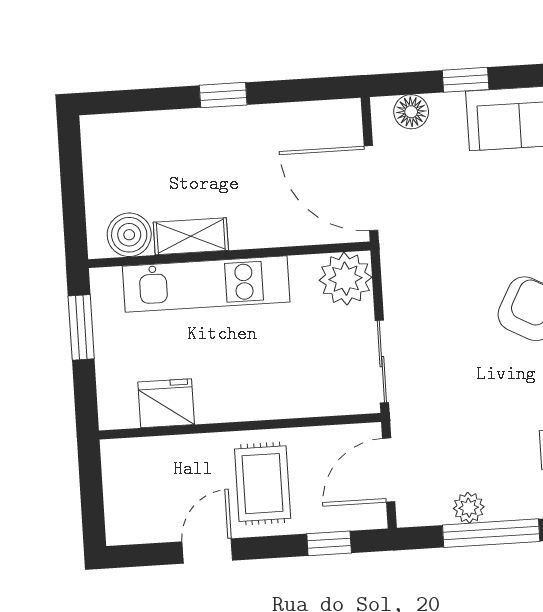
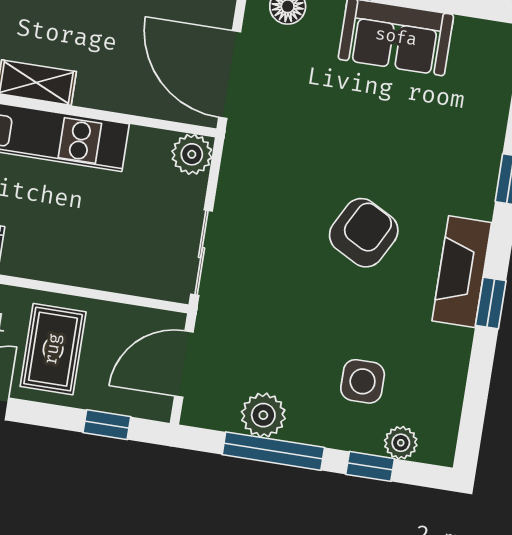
plant: (346, 279) -> (192, 154), width x0.73, depth x0.73
plant: (469, 508) -> (263, 415), width x1.38, depth x1.38

